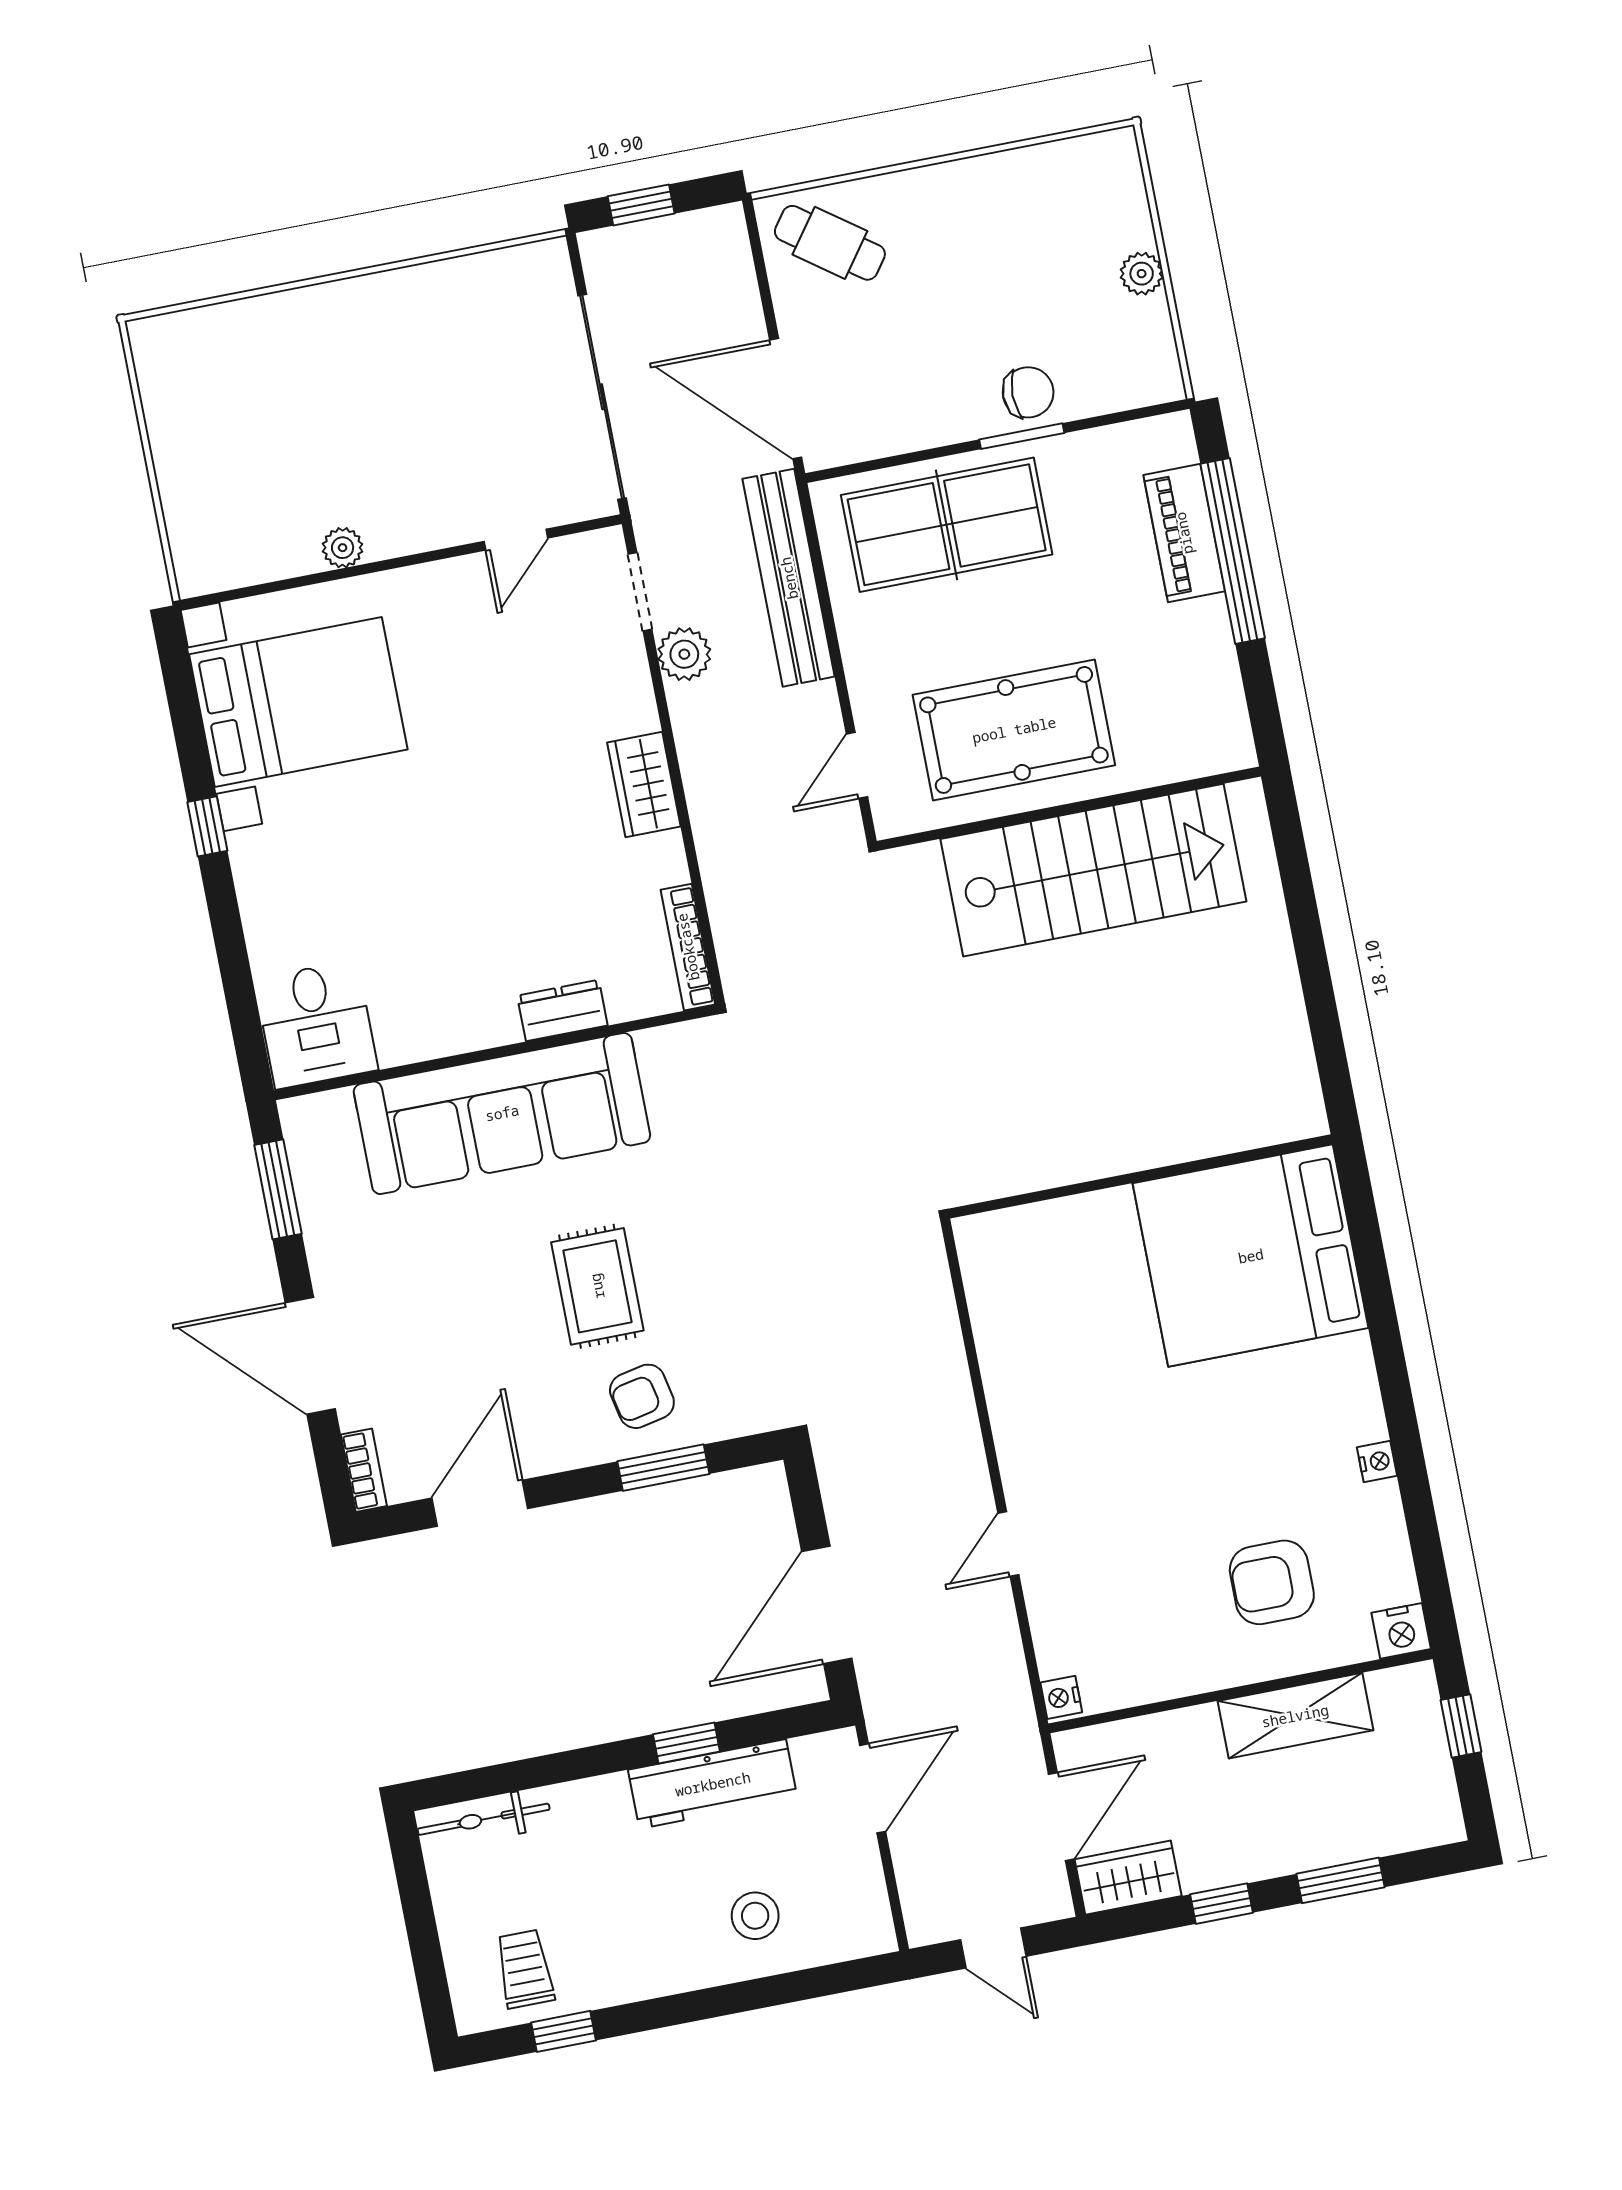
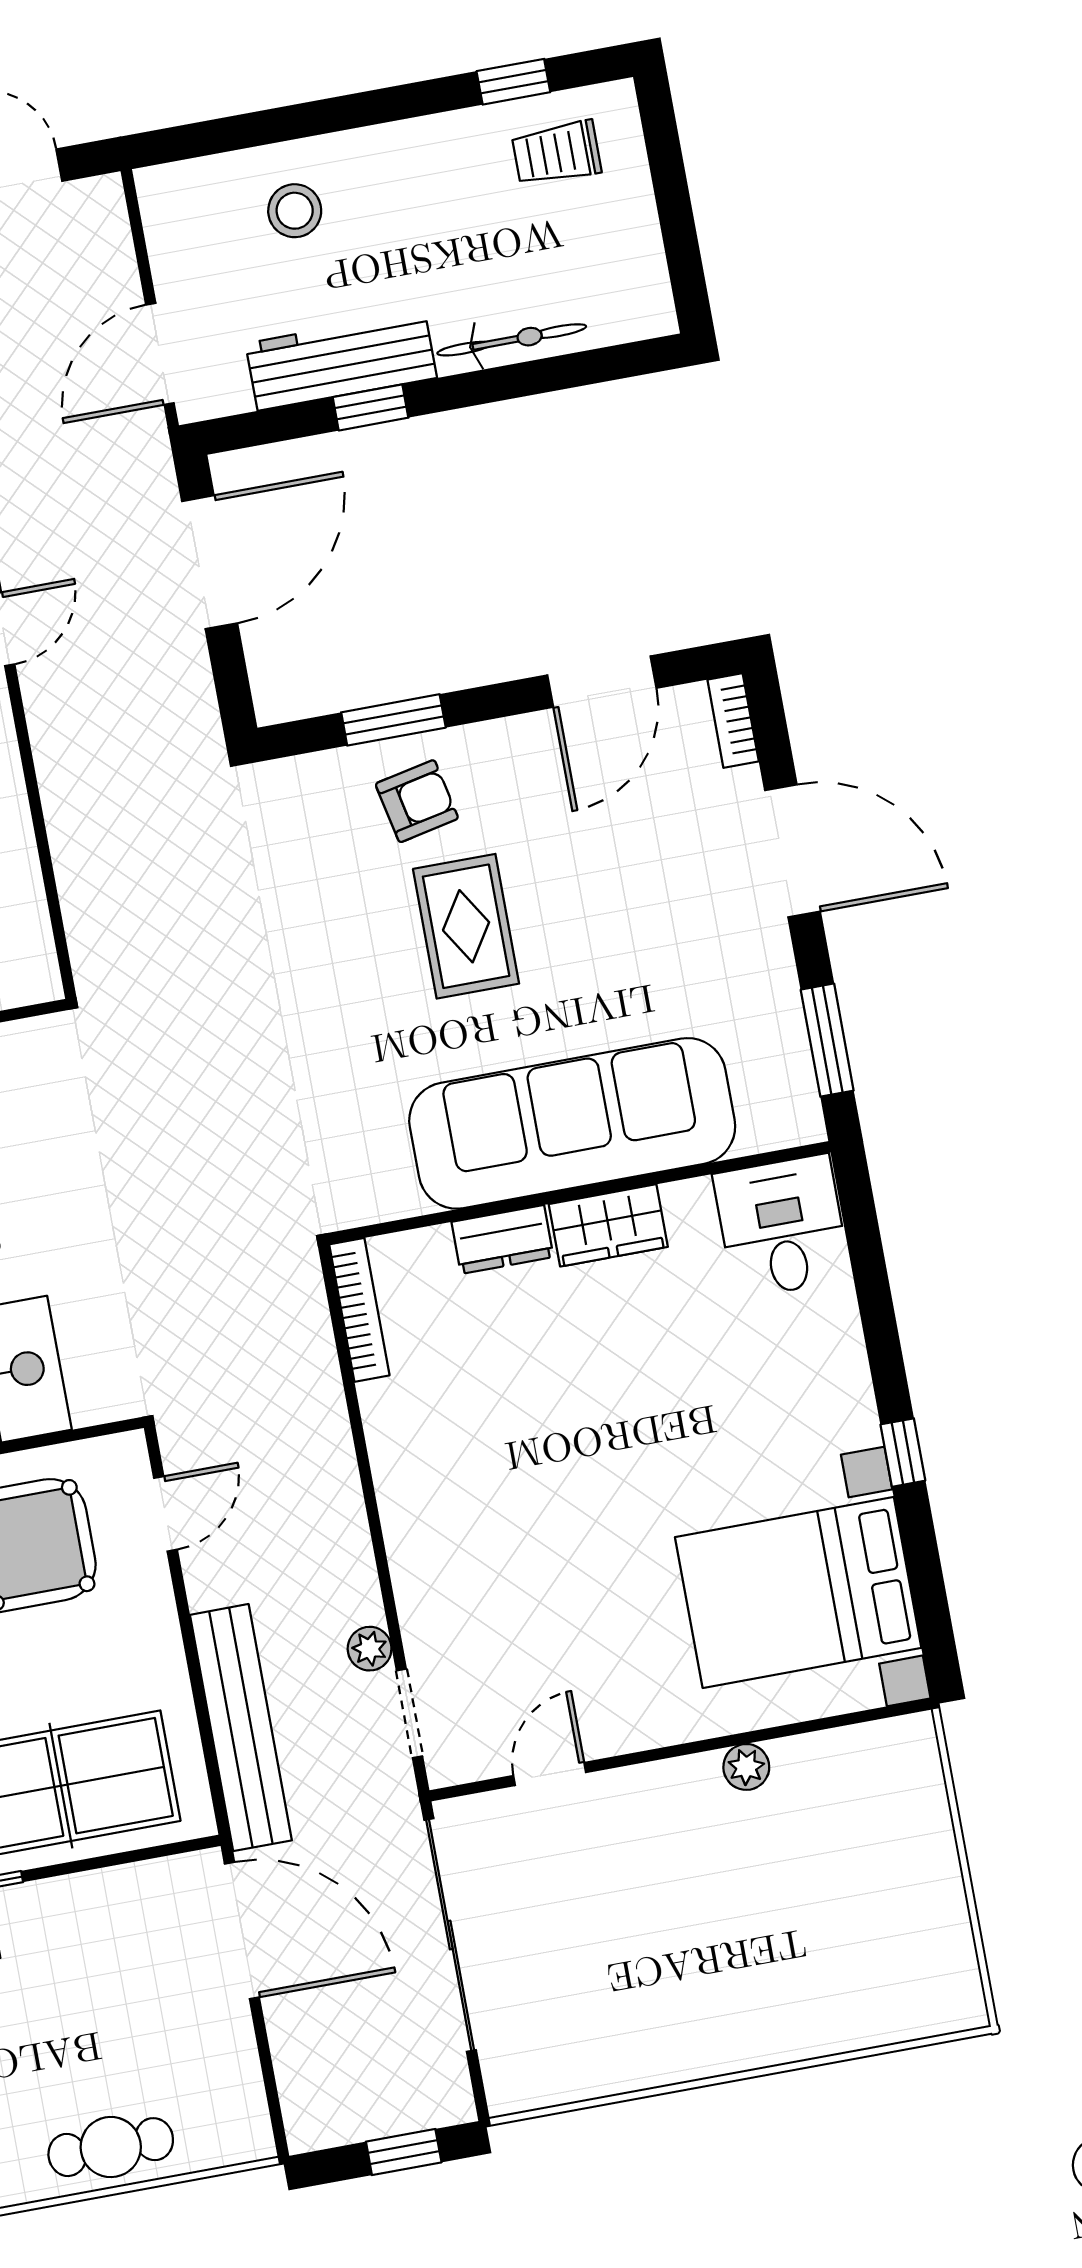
cafe table: (830, 243) -> (111, 2147), moved, turned -36
plant: (684, 654) -> (370, 1649), width x0.73, depth x0.73
wardrobe: (644, 785) -> (608, 1225), moved, turned 90
bicycle: (484, 1819) -> (512, 340), moved
trolley: (525, 1969) -> (556, 153), turned 90

